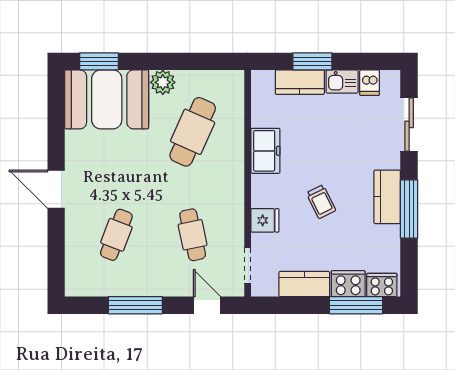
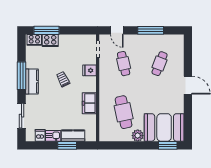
cafe table: (193, 132) -> (124, 112), turned -36
kitchen counter: (304, 284) -> (71, 40), removed

